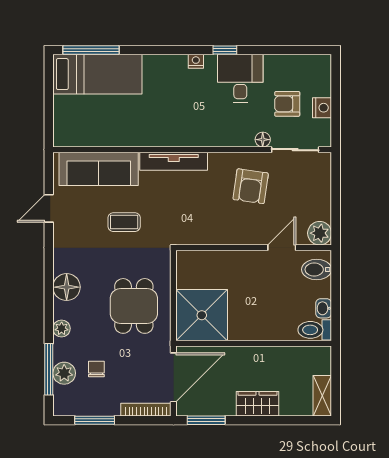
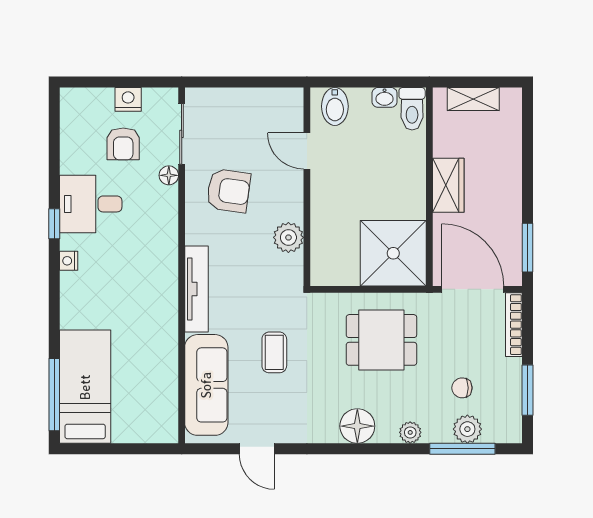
plant: (320, 233) -> (288, 237), moved
shelving: (322, 396) -> (473, 99), moved
wardrobe: (257, 404) -> (448, 185), moved, turned 180

